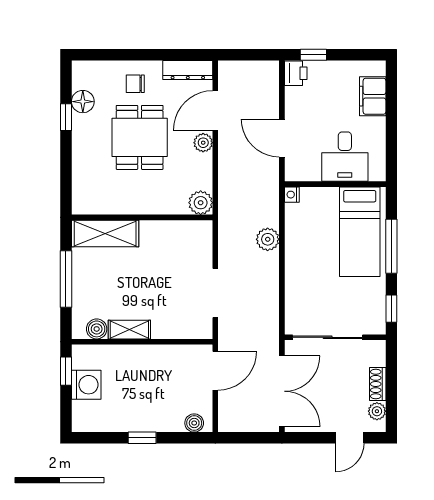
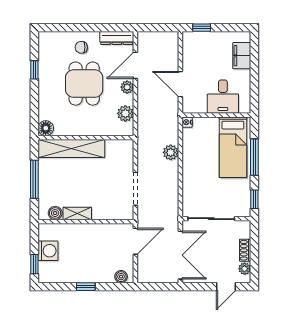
printer: (296, 73) -> (190, 40), removed
floor lamp: (83, 102) -> (46, 128), moved
plant: (201, 203) -> (125, 113), moved
shelving: (105, 234) -> (71, 149), width x1.47
window: (66, 371) -> (34, 264), moved

